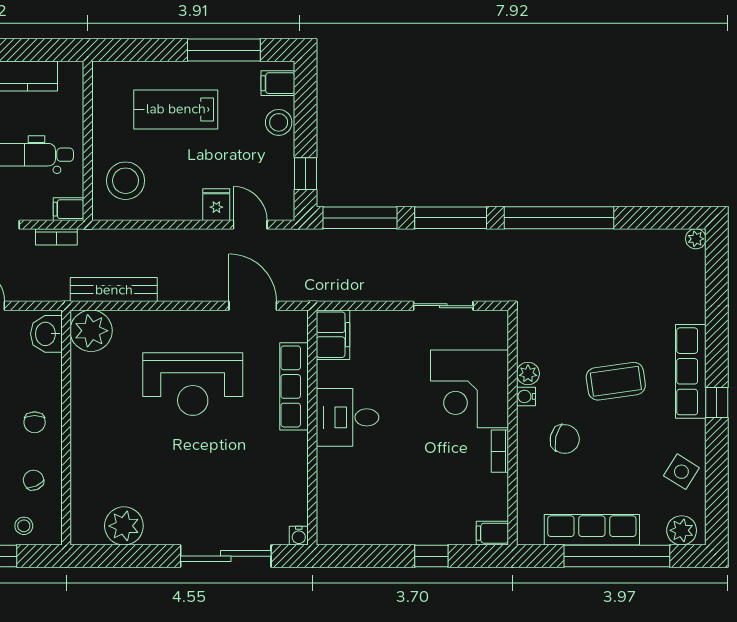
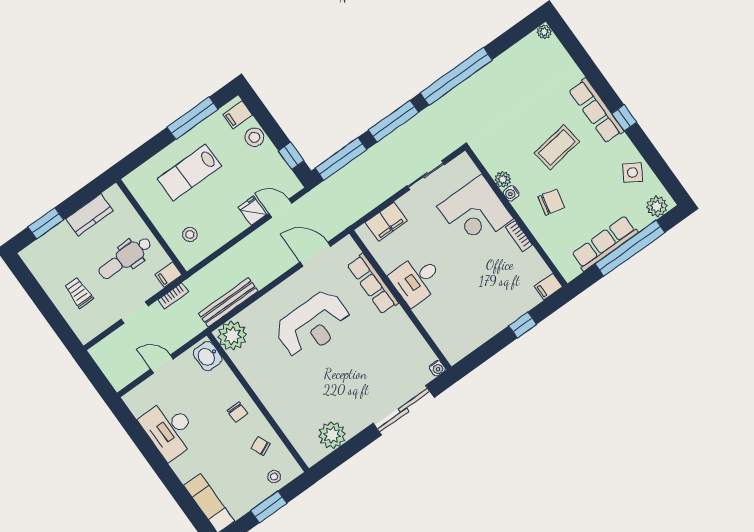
stool: (126, 181) -> (190, 235), width x0.53, depth x0.53
filing cabinet: (333, 335) -> (386, 222), moved, turned 90

